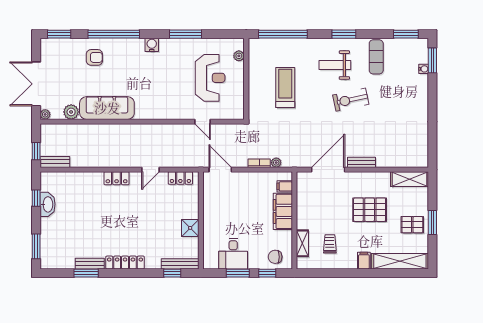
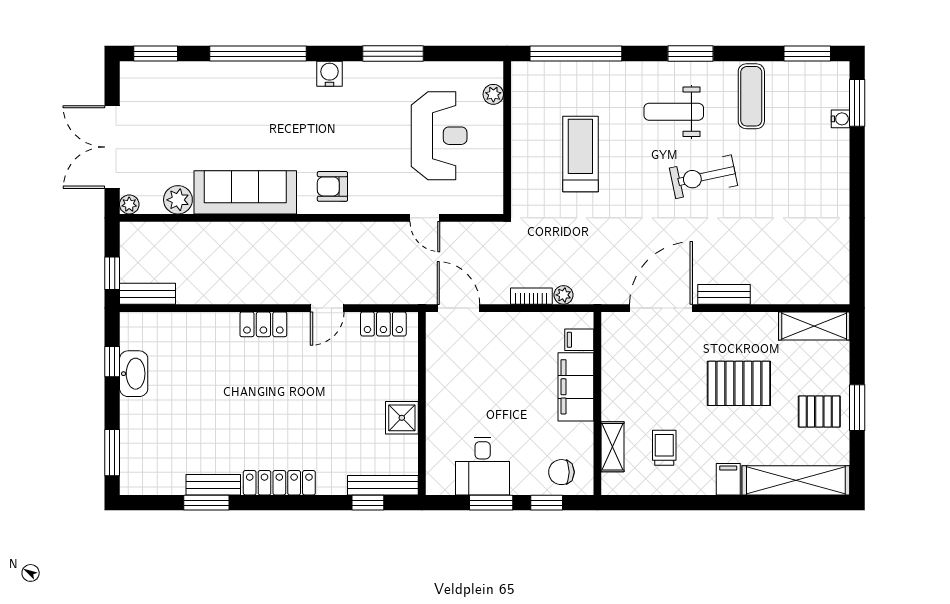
armchair: (94, 57) -> (332, 186), moved, turned 180

